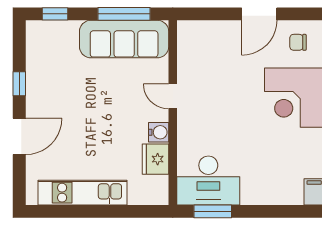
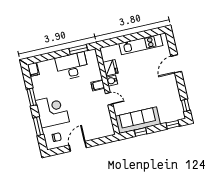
window: (124, 14) -> (141, 132), width x0.46
window: (19, 84) -> (186, 105), moved
filing cabinet: (190, 129) -> (98, 85), added
desk: (208, 181) -> (72, 66), moved

